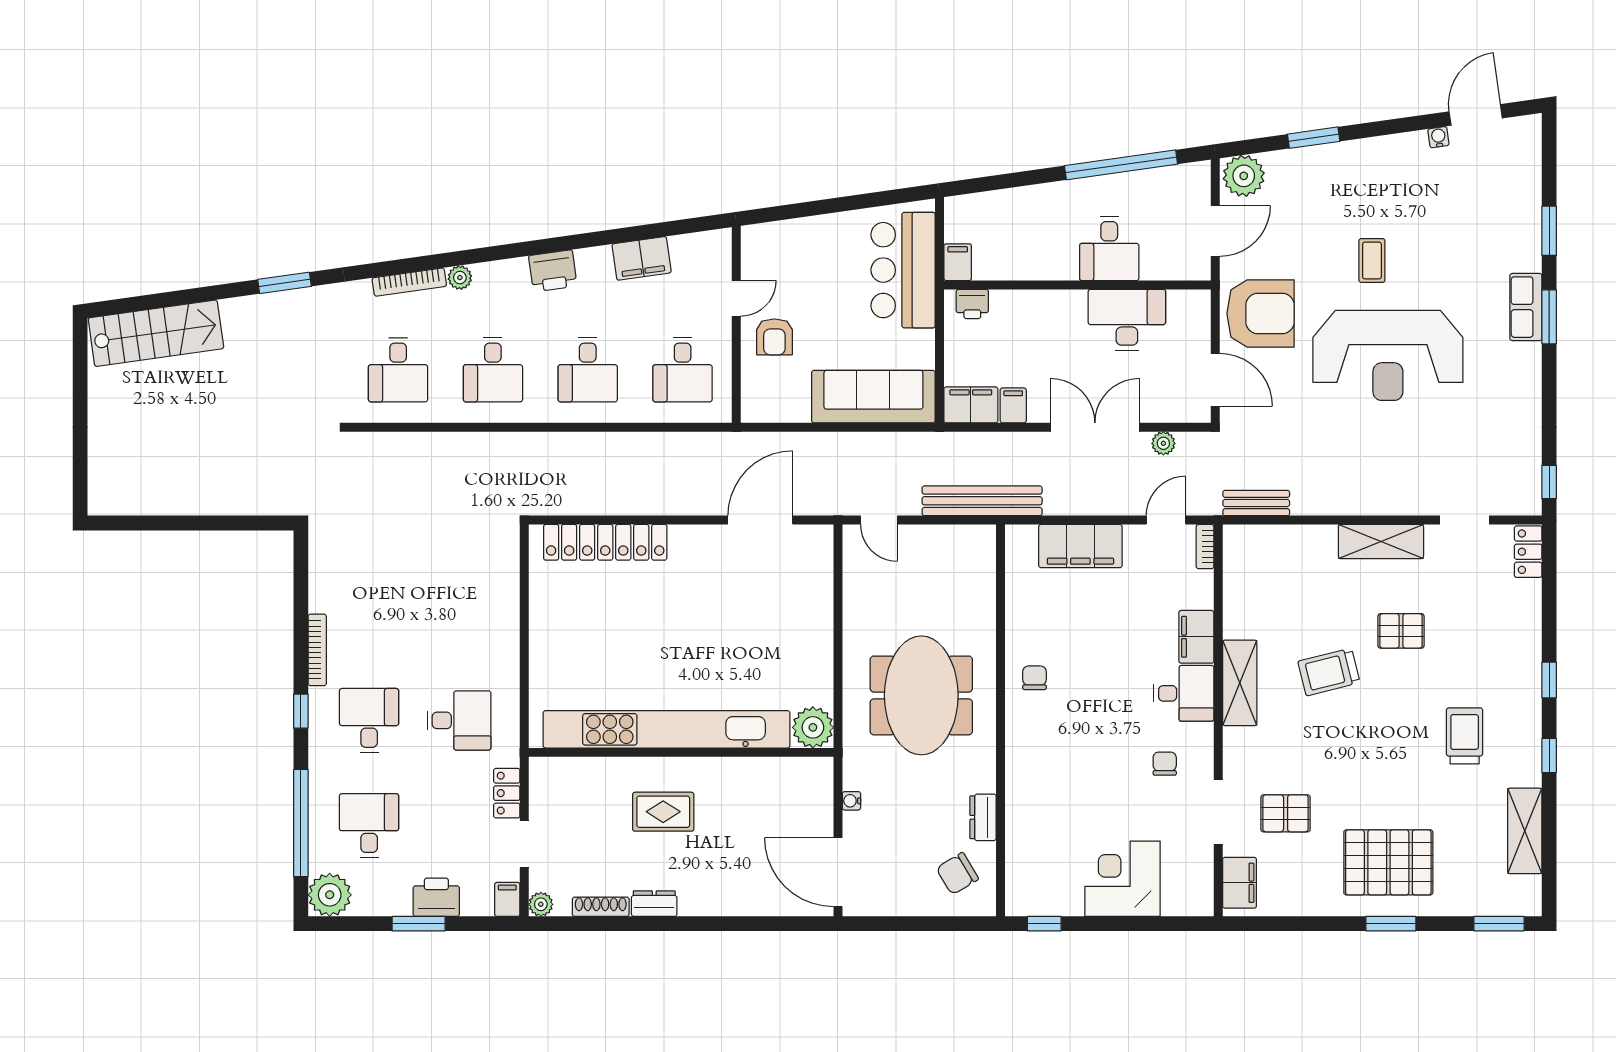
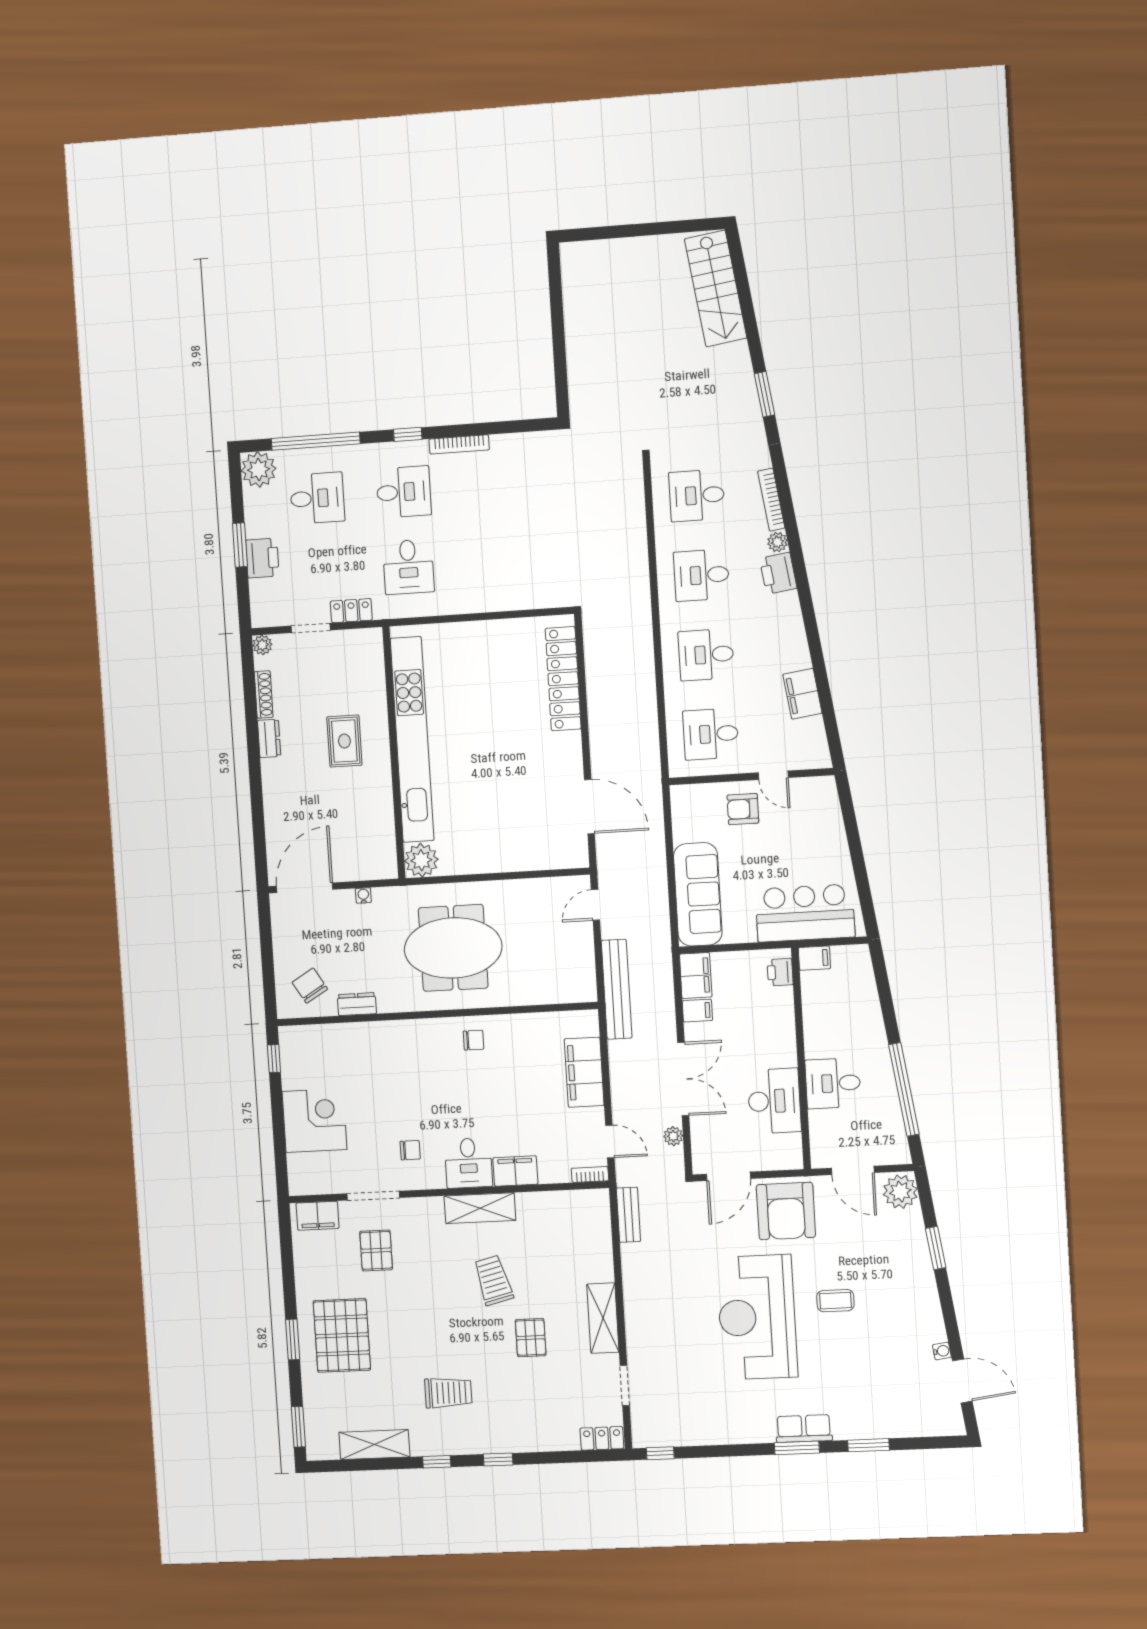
printer: (553, 271) -> (778, 573), moved
filing cabinet: (507, 899) -> (264, 617), removed

